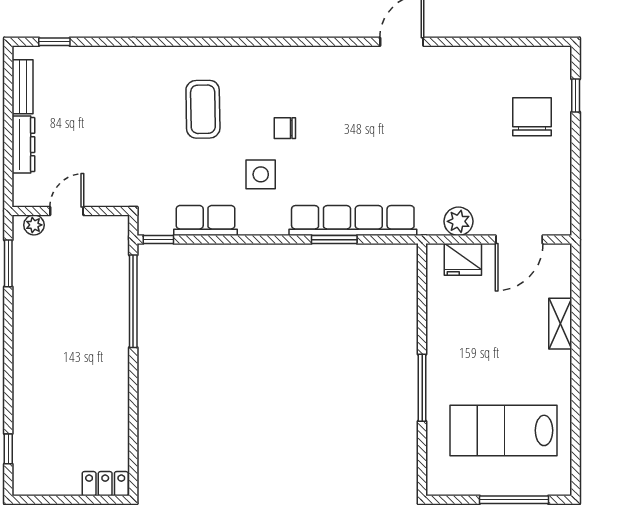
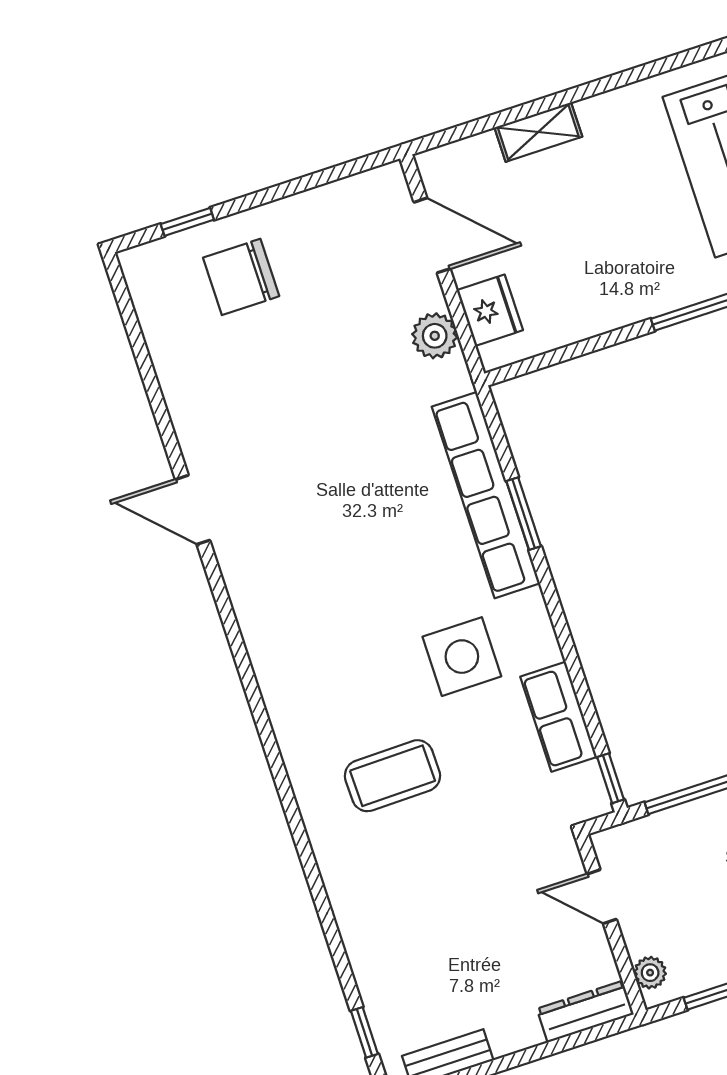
chair: (285, 128) -> (380, 643), removed
dresser: (23, 145) -> (585, 1011), moved
side table: (261, 174) -> (462, 657), width x1.37, depth x1.37
door: (67, 211) -> (602, 897), moved

